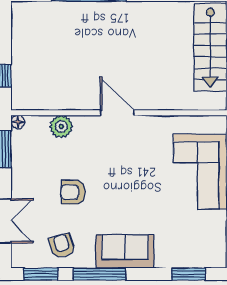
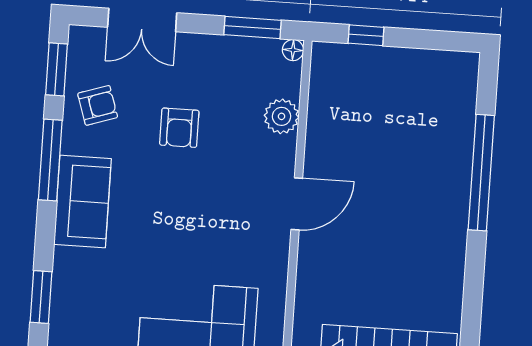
armchair: (73, 192) -> (179, 128), turned 180

